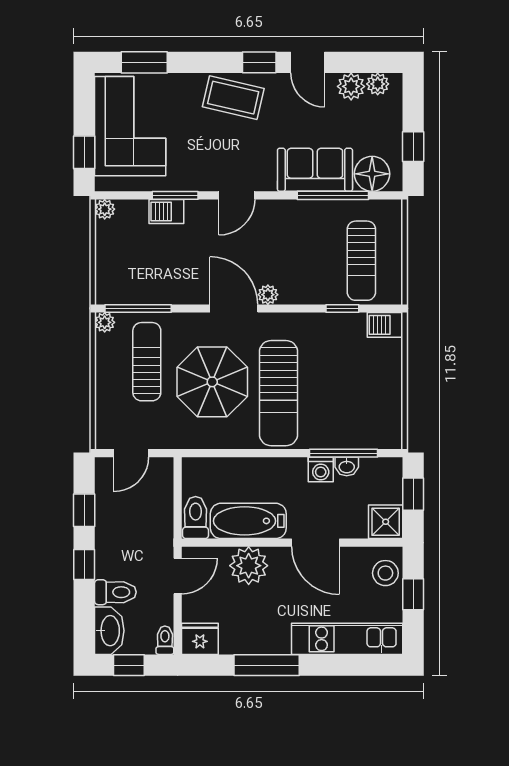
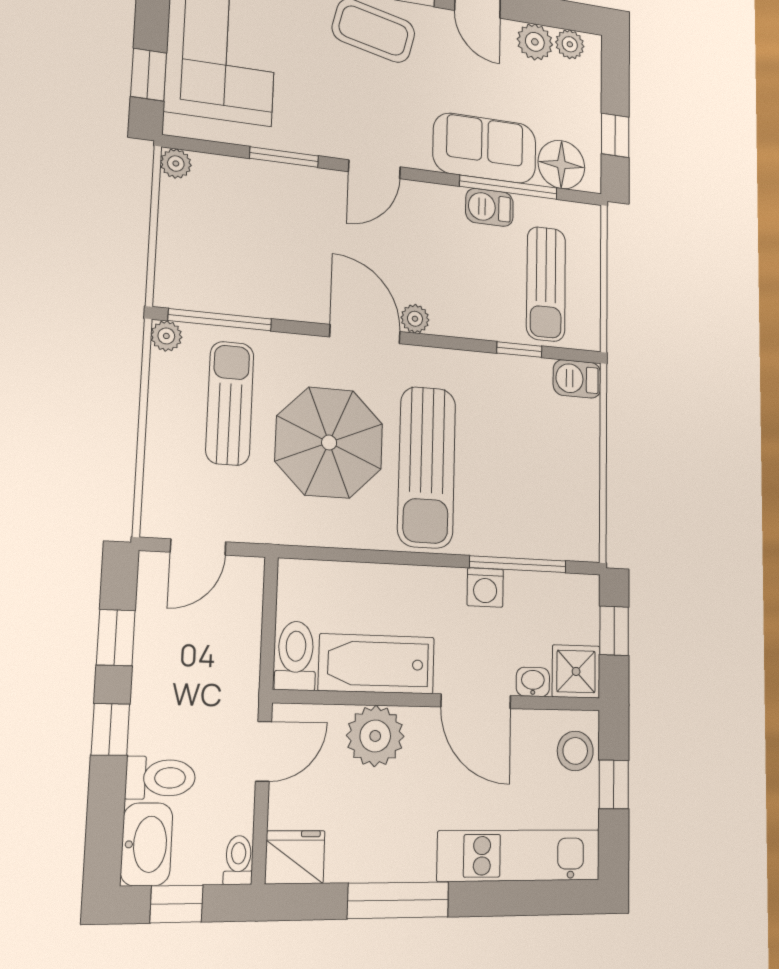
barbecue: (166, 211) -> (489, 207), moved
washbasin: (347, 466) -> (533, 682), moved, turned 180

